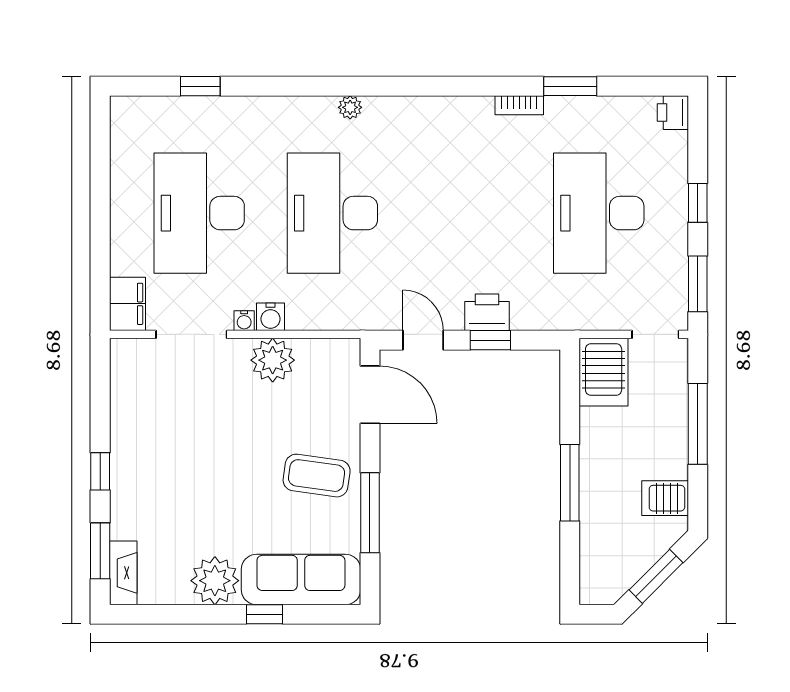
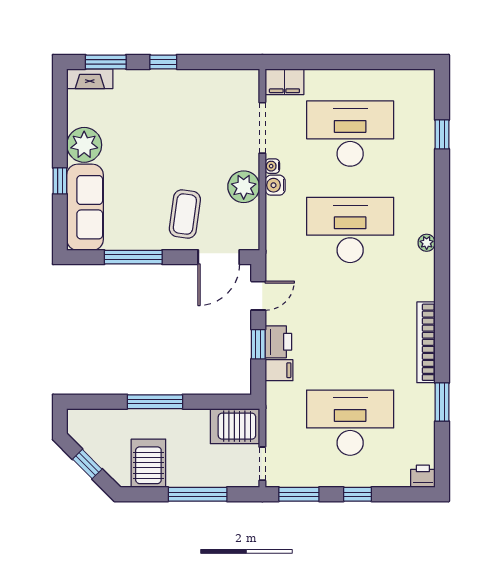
bookcase: (519, 105) -> (426, 342), width x2.31, depth x1.31
filing cabinet: (526, 311) -> (279, 370), added
coffee table: (317, 476) -> (185, 214), moved
server rack: (665, 498) -> (148, 463), width x1.36, depth x1.44
window: (656, 576) -> (87, 464), width x0.67

